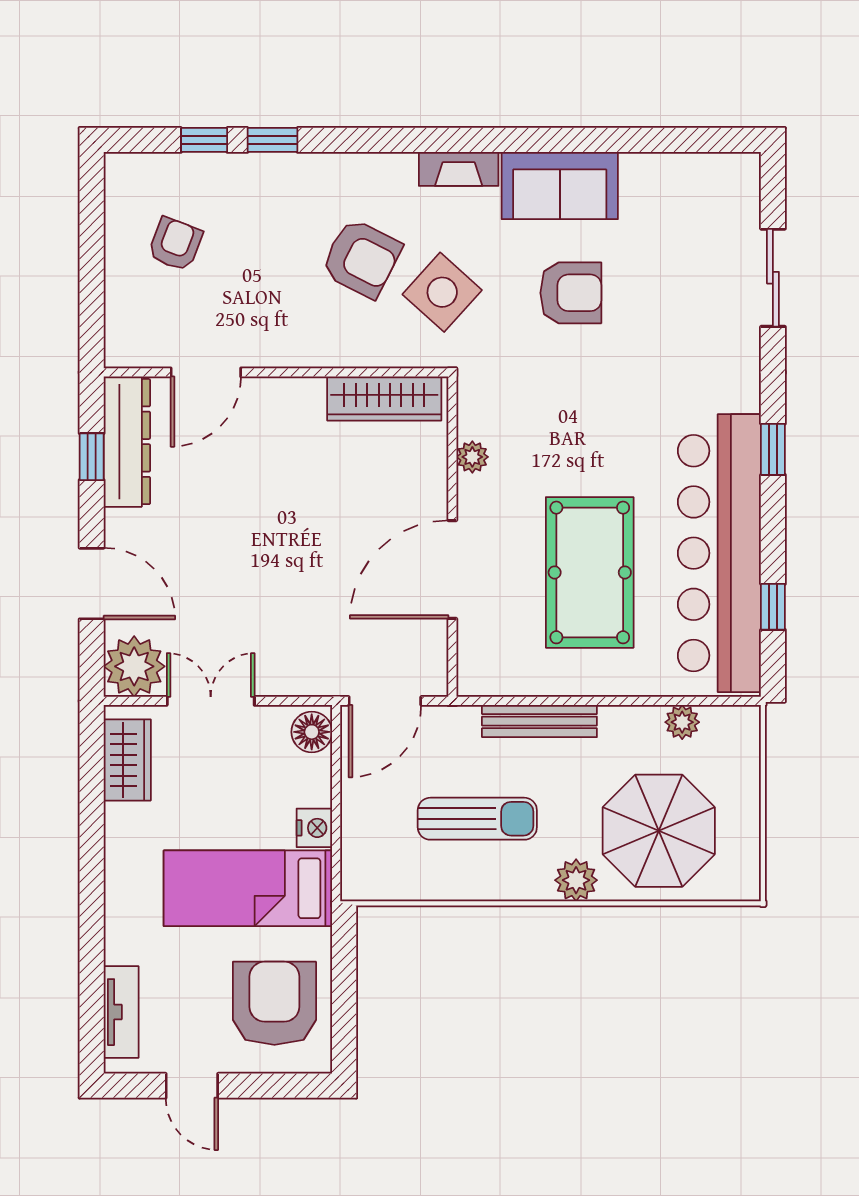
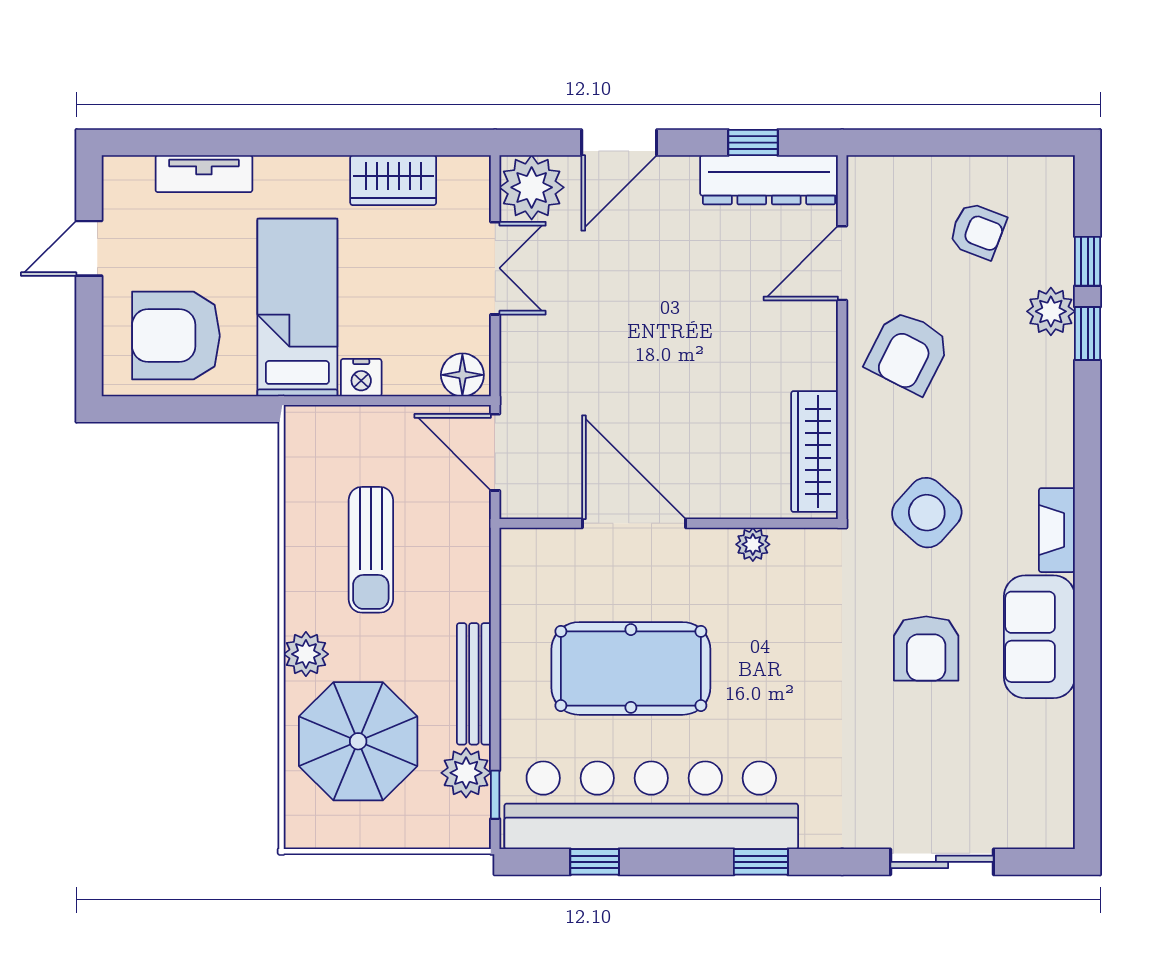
plant: (252, 175) -> (1051, 311), added
armchair: (361, 258) -> (908, 352), moved
door: (206, 372) -> (842, 263), hinge flipped
window: (709, 701) -> (495, 795), added
bench: (539, 721) -> (474, 684), moved
plant: (682, 722) -> (466, 773), width x1.38, depth x1.38
wardrobe: (127, 760) -> (393, 180), moved
armchair: (274, 1003) -> (176, 336), turned 180
tv unit: (121, 1012) -> (204, 174), moved

